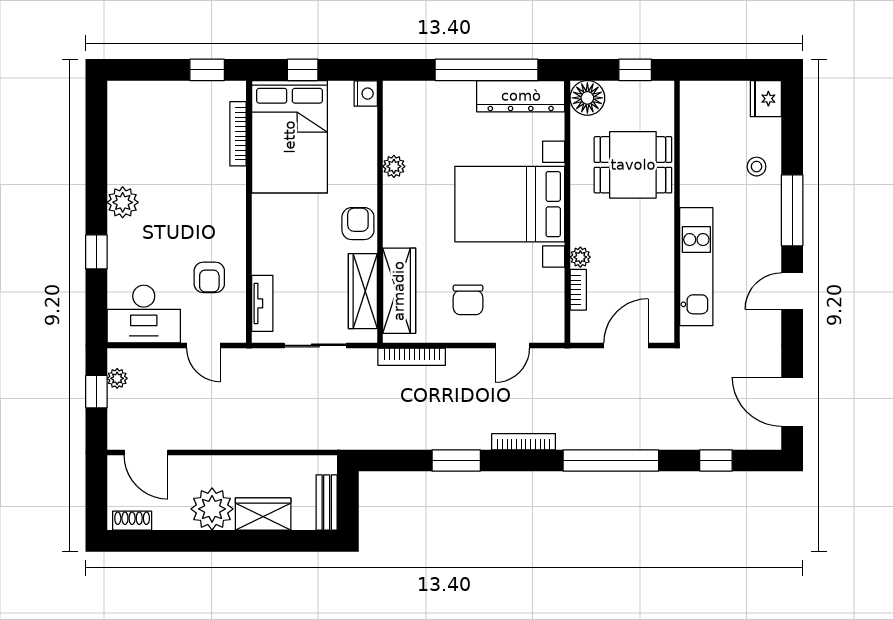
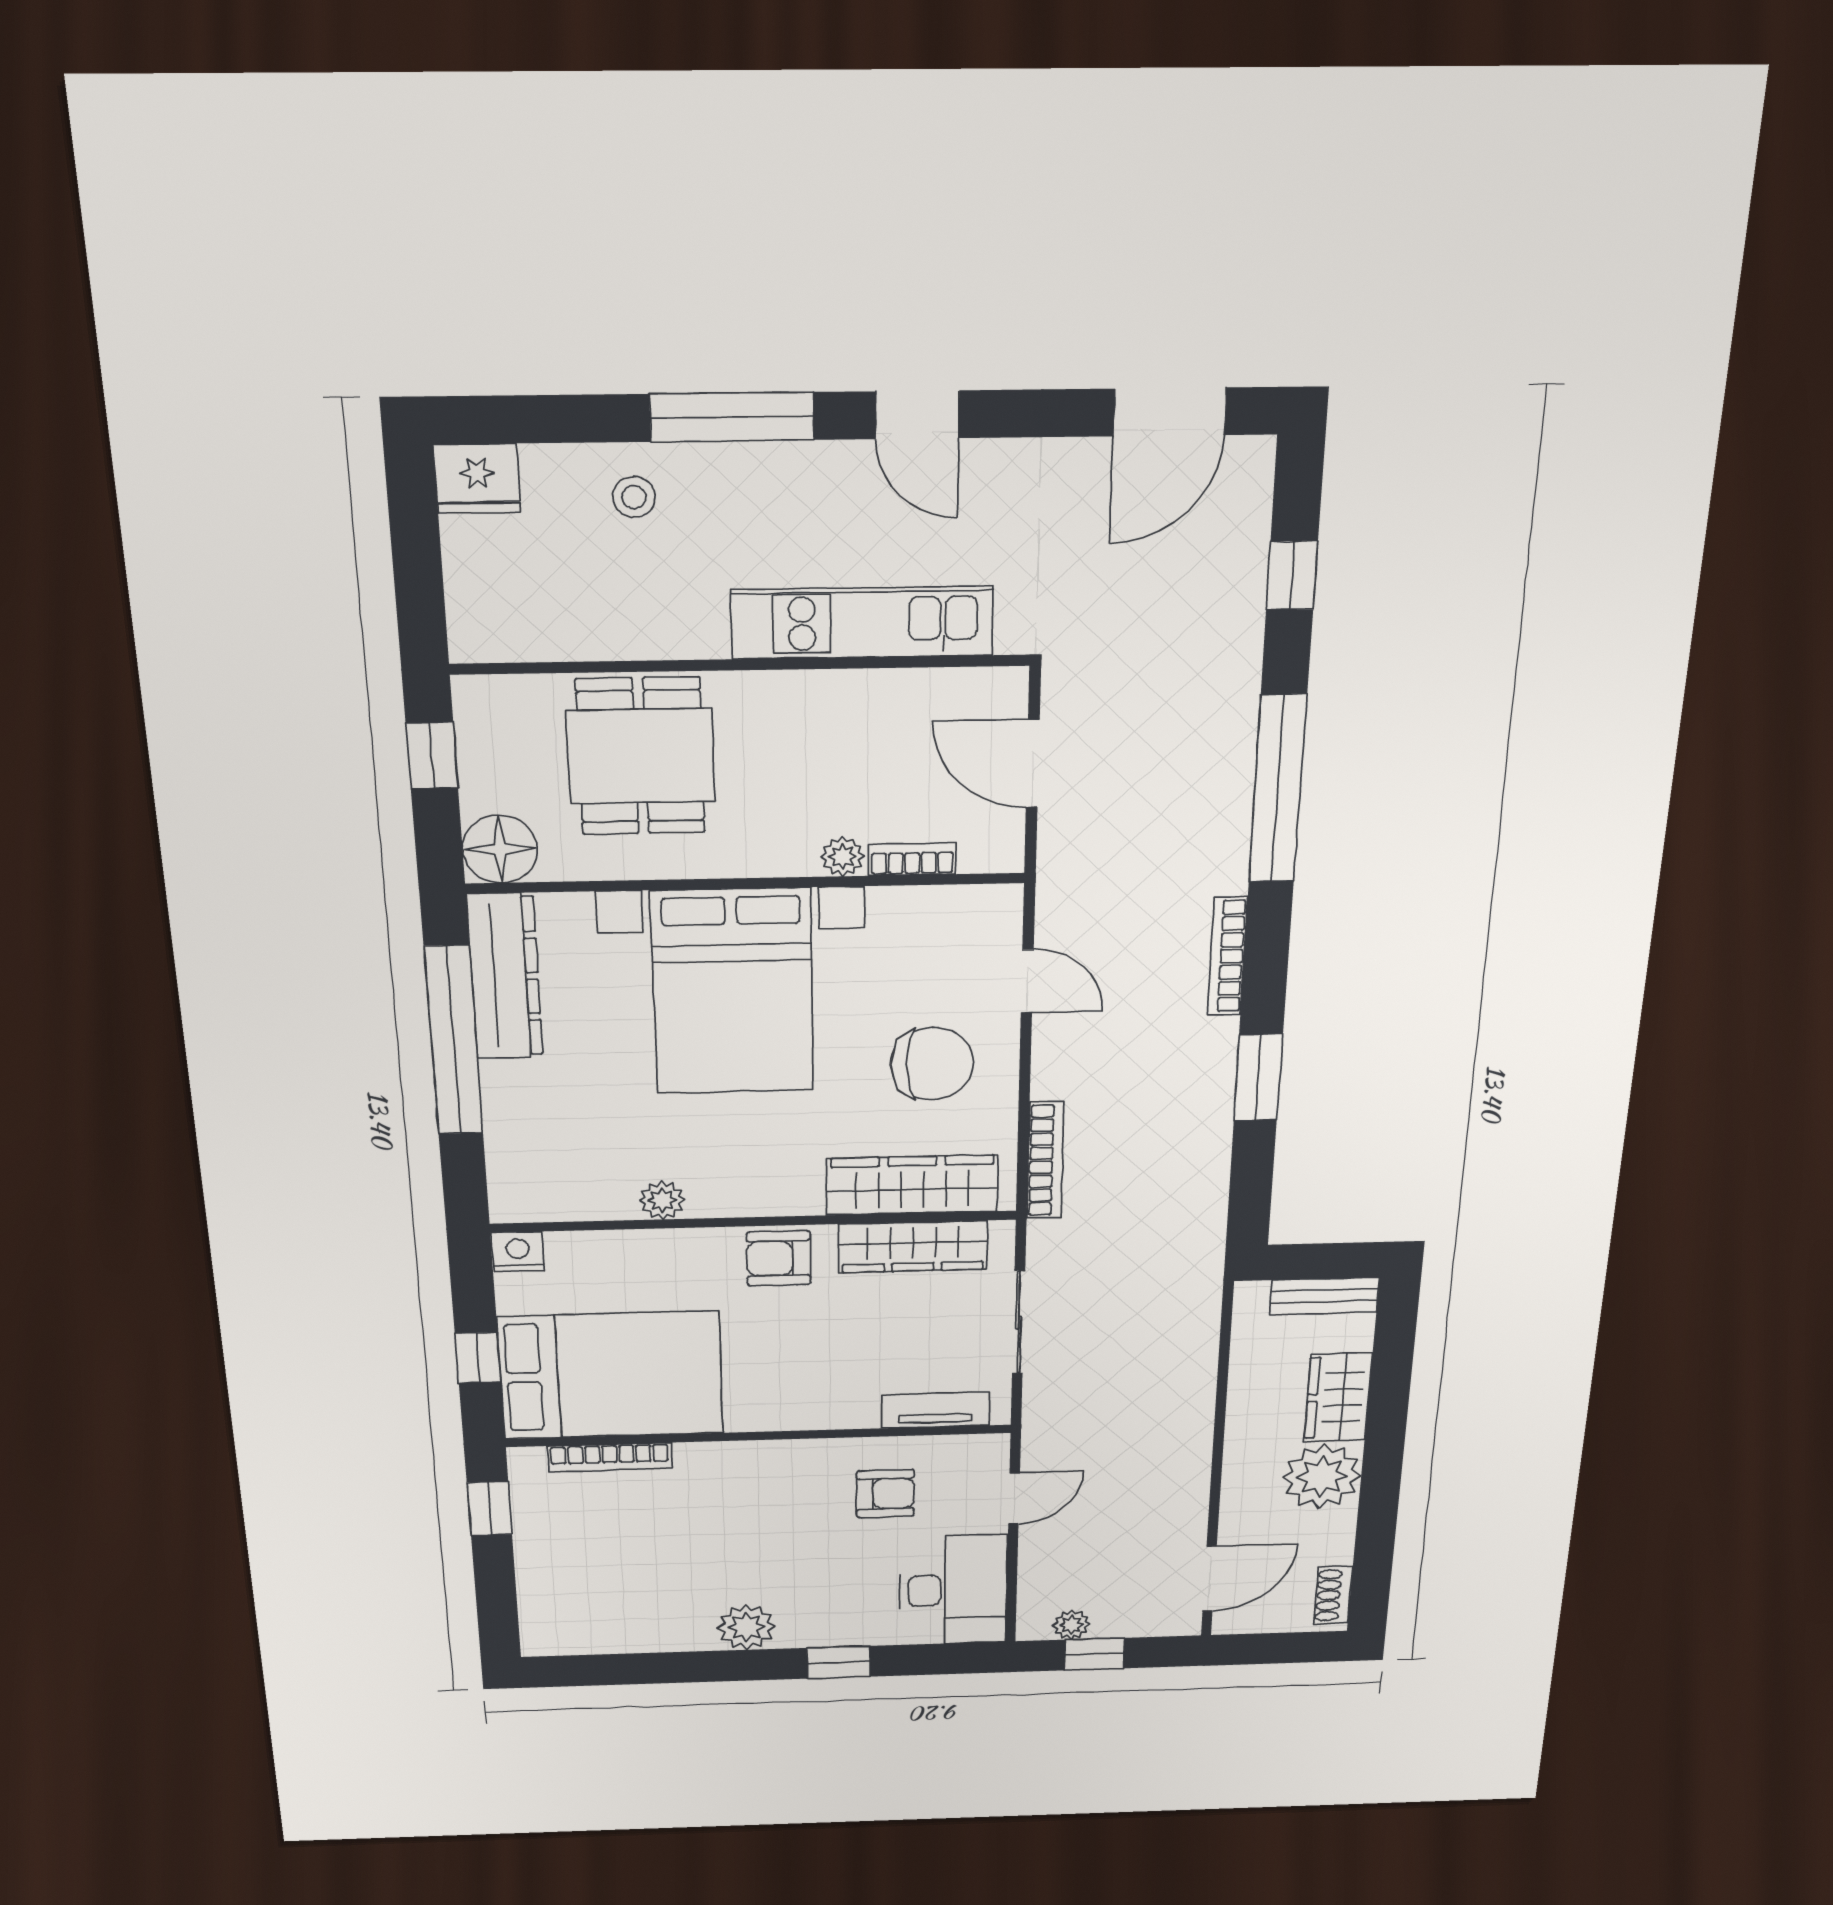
chair: (468, 300) -> (932, 1064), width x1.37, depth x1.37

